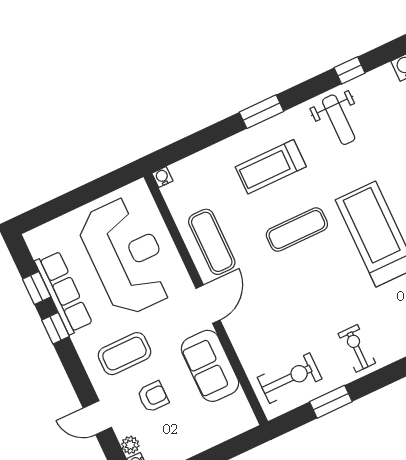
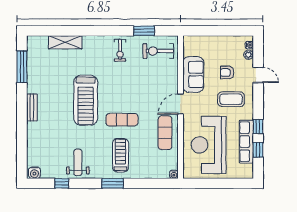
treadmill: (271, 167) -> (120, 155), turned -90

